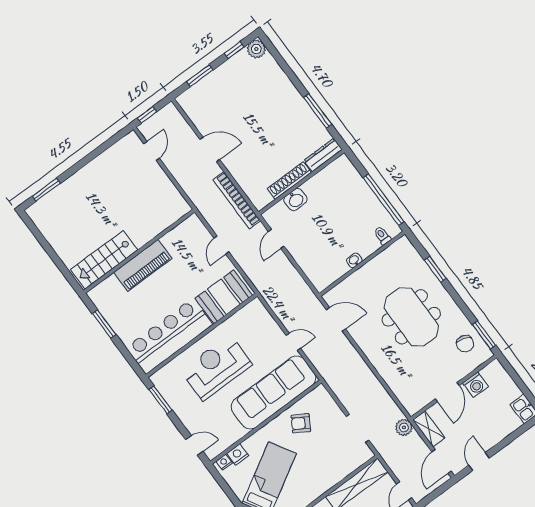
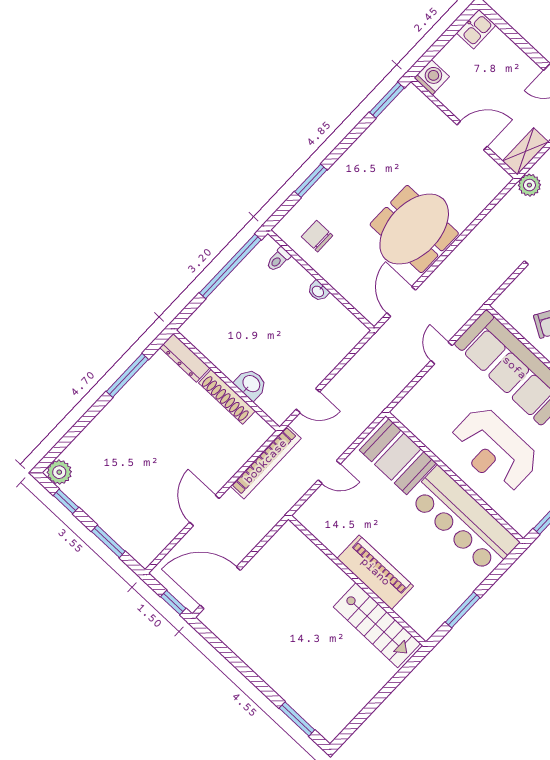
door: (152, 151) -> (220, 588), width x1.88
meeting table: (411, 317) -> (414, 229), moved
chair: (465, 344) -> (317, 236), moved, turned -107
washing machine: (475, 385) -> (432, 77), moved

